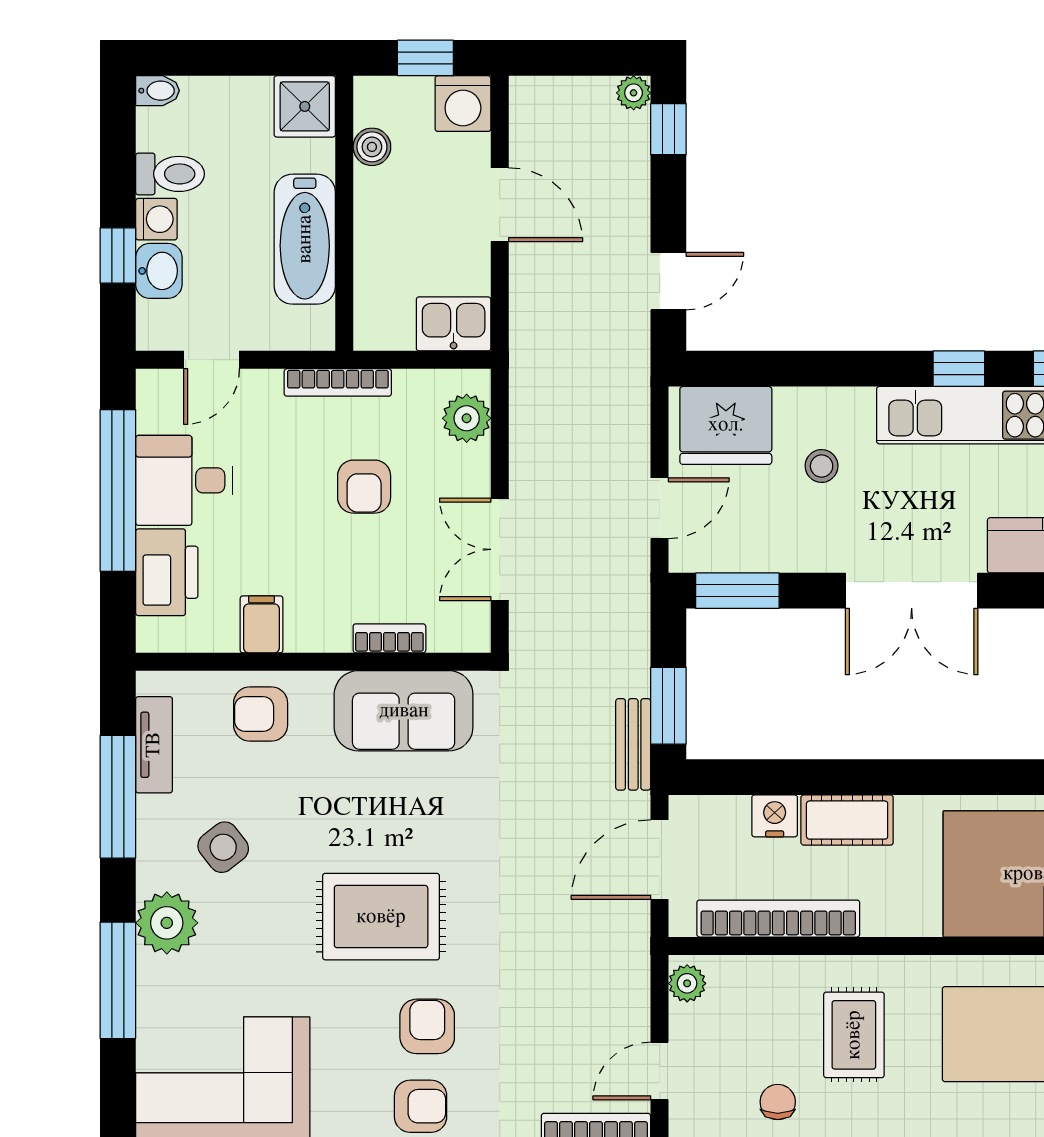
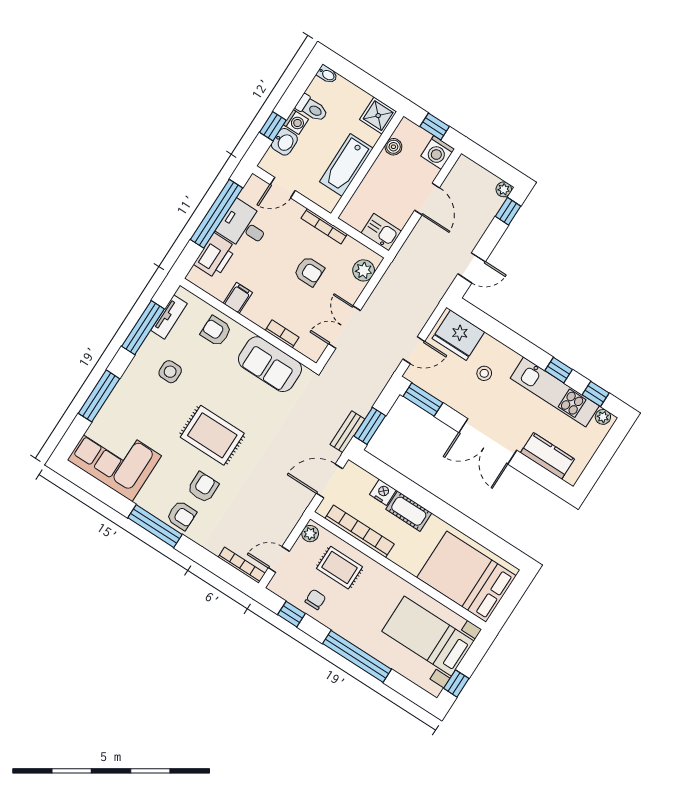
armchair: (364, 487) -> (309, 271), turned -90
side table: (223, 847) -> (170, 372), turned 38
plant: (167, 923) -> (131, 386), removed
rug: (854, 1035) -> (339, 568), moved, turned 90

